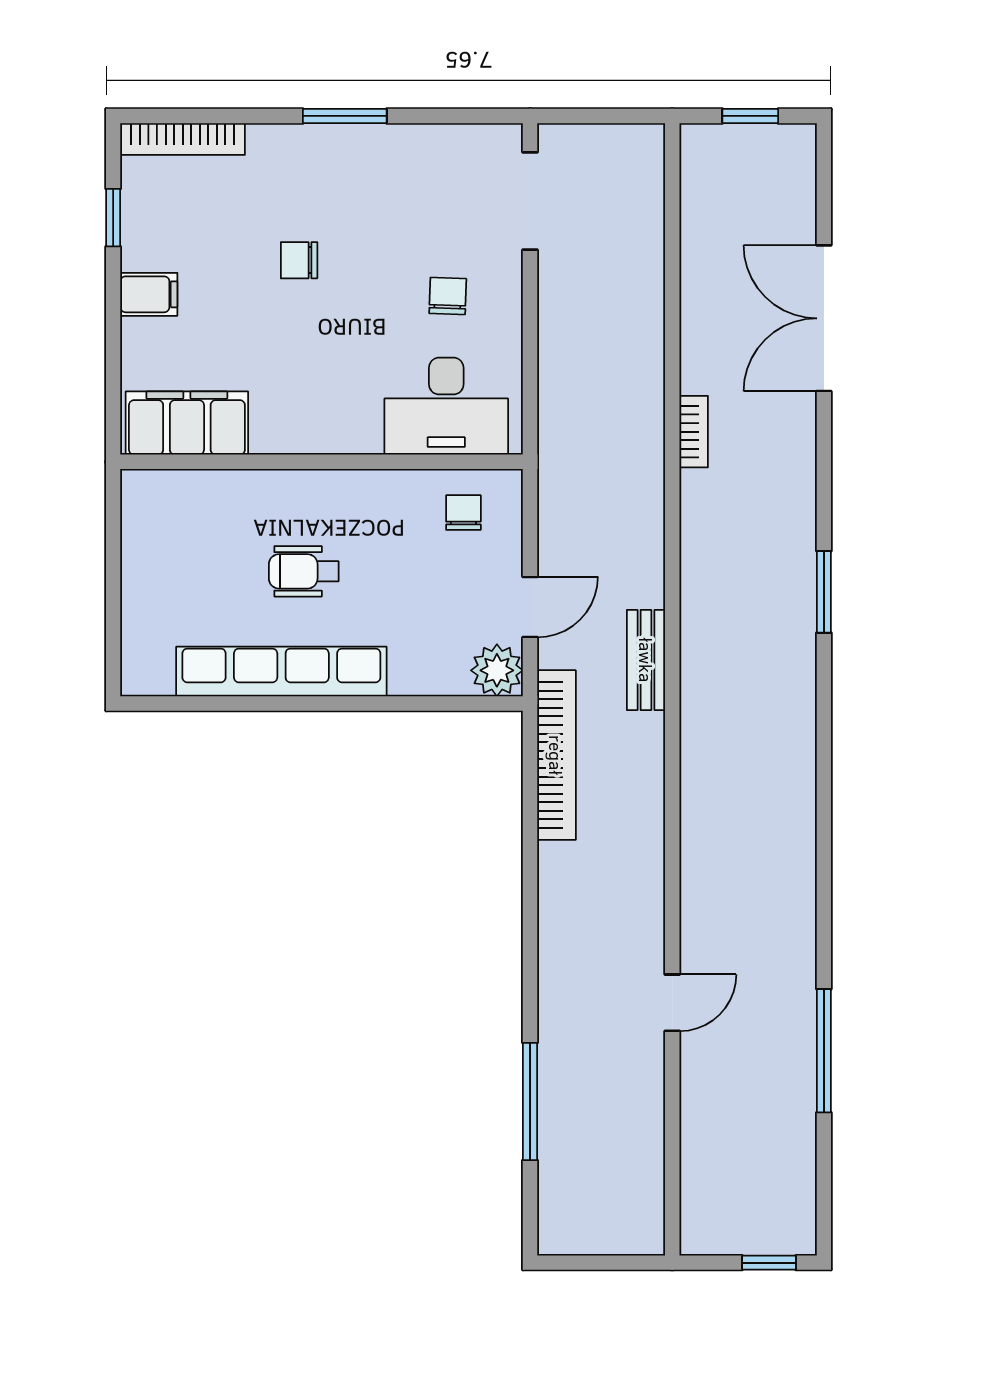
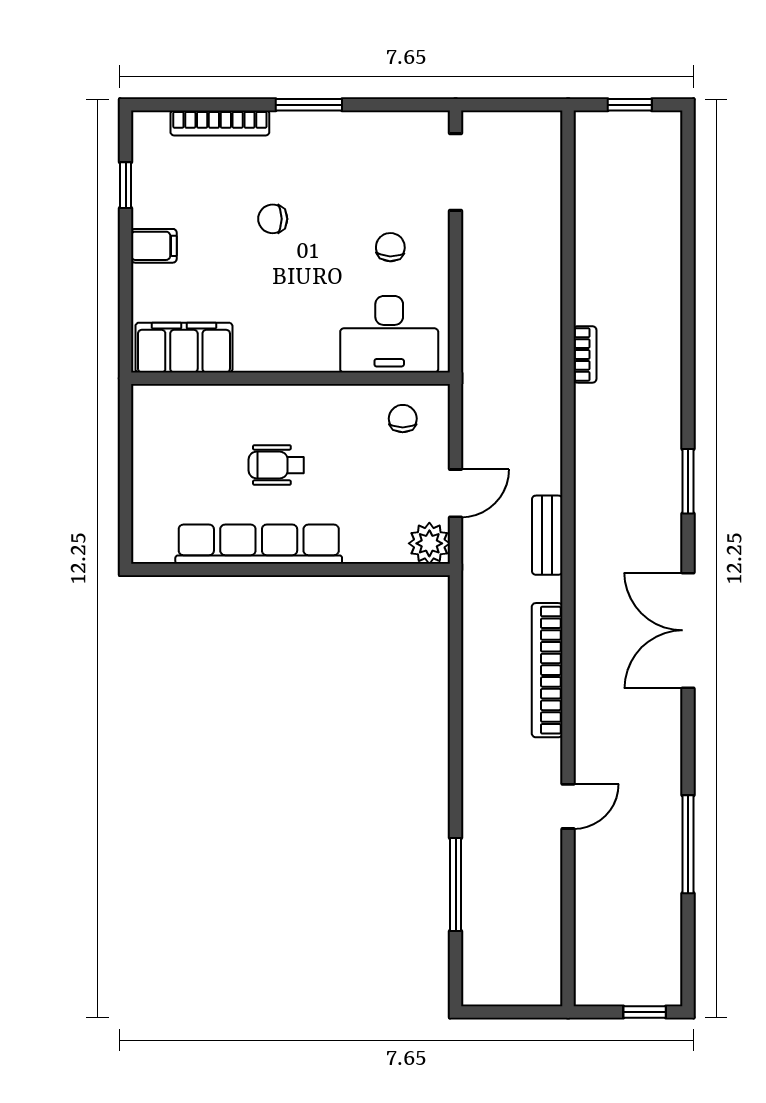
bookcase: (183, 139) -> (220, 123), moved
double door: (824, 318) -> (688, 630), moved
bookcase: (556, 755) -> (547, 670), moved, turned 180

